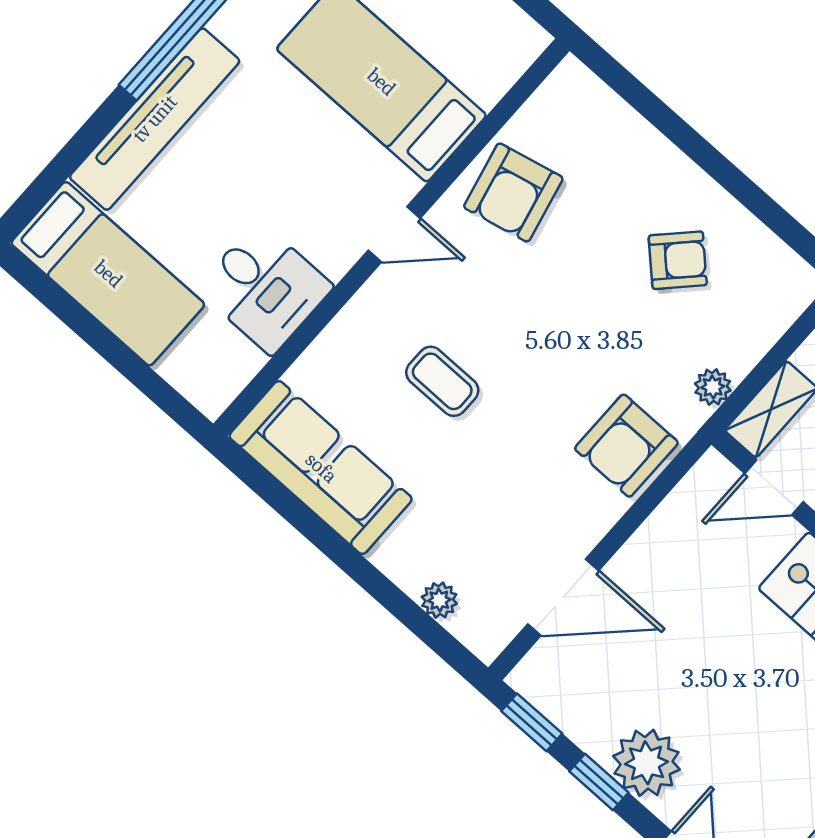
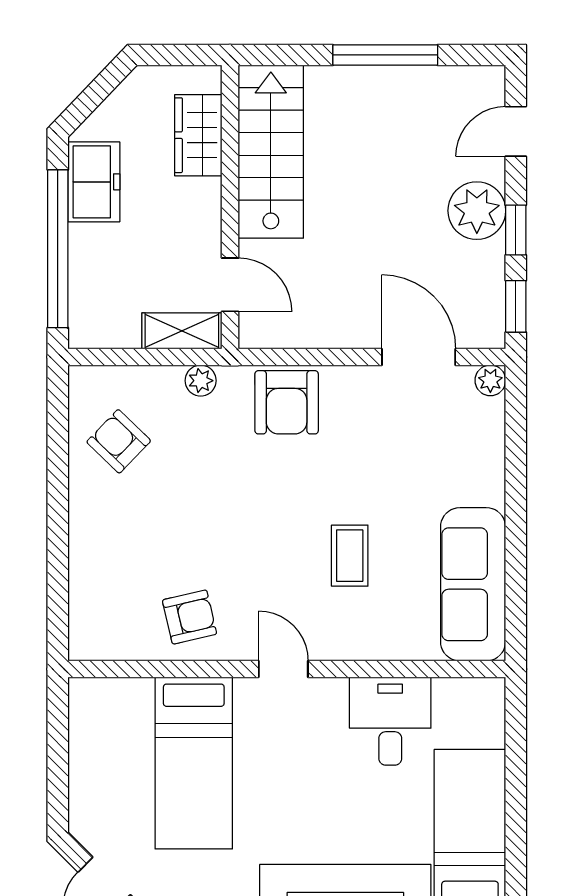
armchair: (513, 192) -> (190, 617), width x0.72, depth x0.72
armchair: (678, 260) -> (119, 441), moved
armchair: (626, 446) -> (287, 402), turned 90
plant: (439, 600) -> (490, 380), moved

